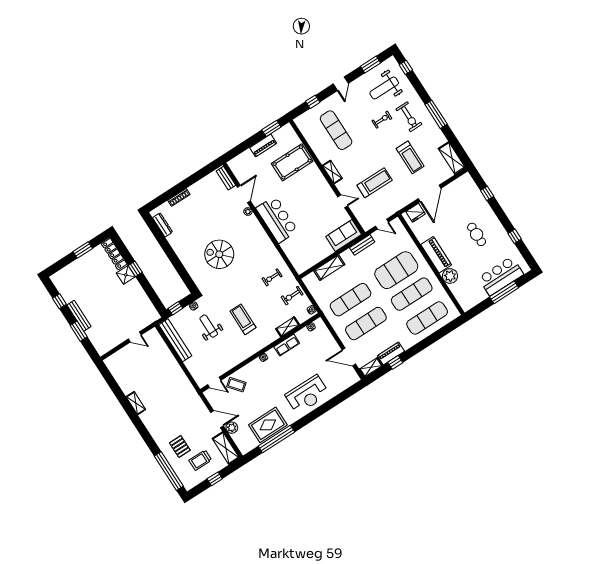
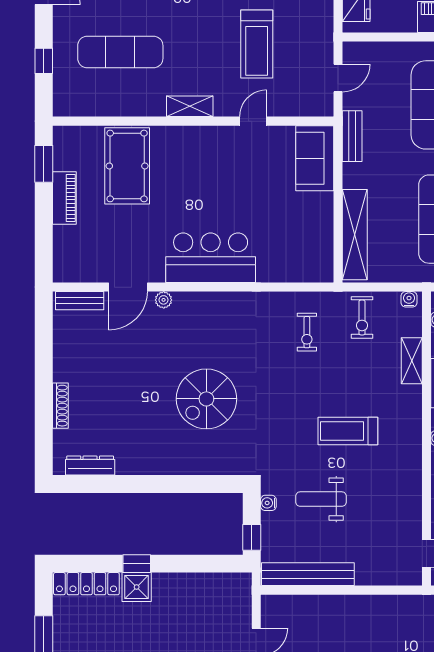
treadmill: (375, 183) -> (257, 44), turned 180
door: (244, 194) -> (128, 287), swing flipped
shelving: (329, 268) -> (355, 235), width x1.47

